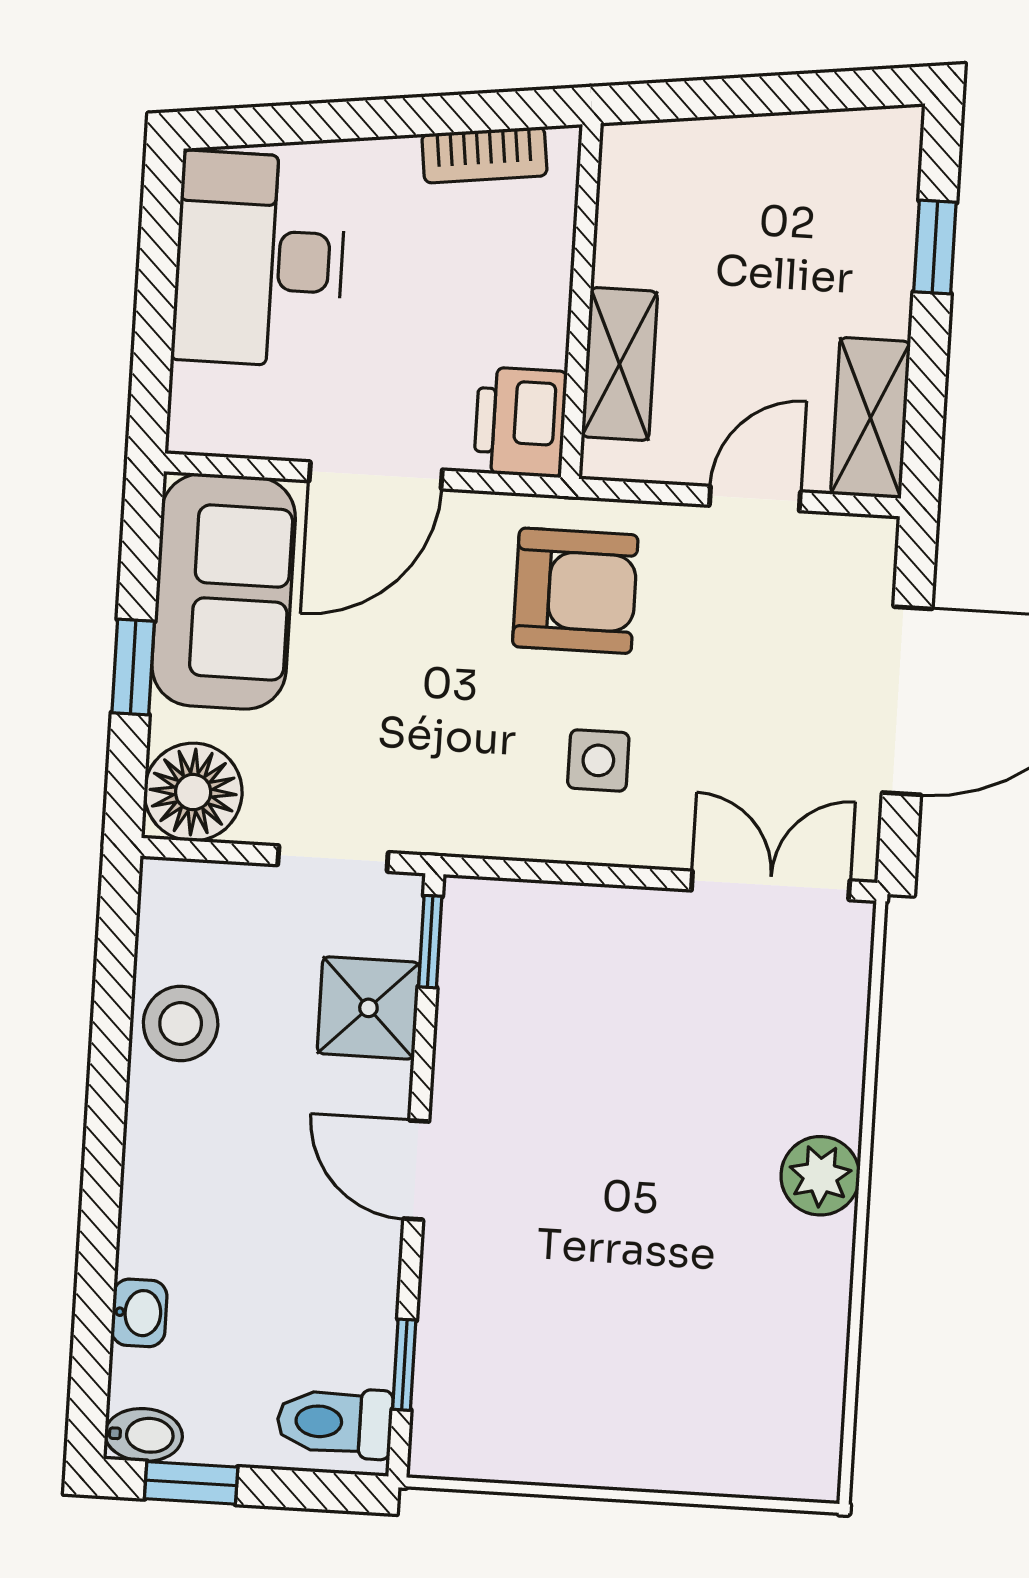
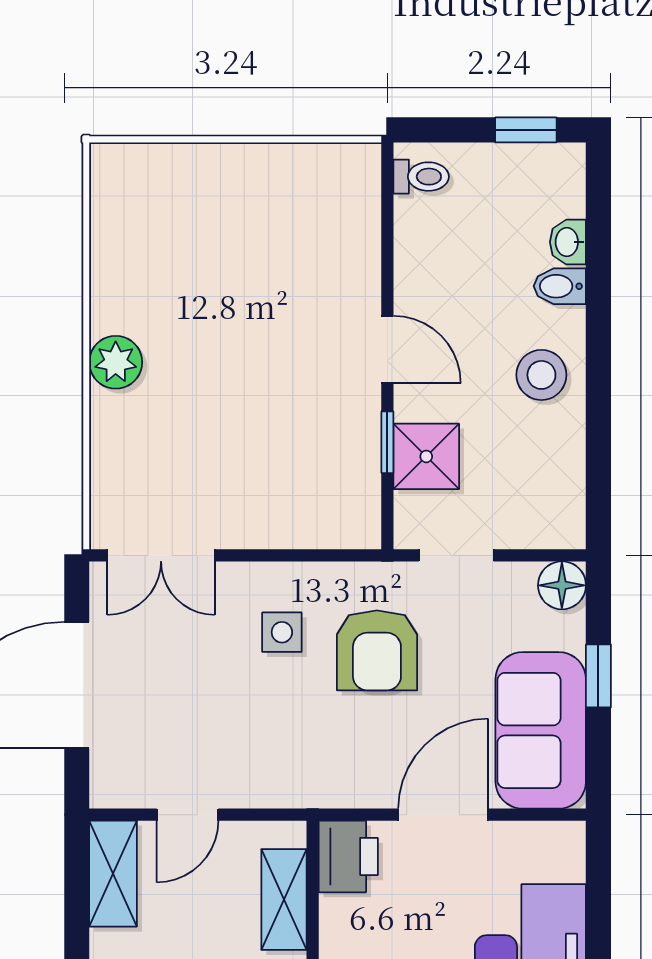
armchair: (575, 591) -> (377, 650), moved, turned -90
floor lamp: (193, 792) -> (562, 585), width x0.73, depth x0.73
window: (430, 942) -> (387, 442), moved
stool: (181, 1023) -> (541, 375), moved
window: (404, 1365) -> (387, 218), removed
toilet: (335, 1422) -> (421, 177), width x0.73, depth x0.72
bidet: (144, 1435) -> (560, 286), moved

